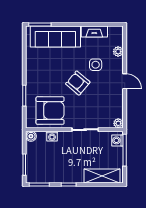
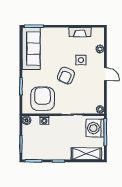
sofa: (55, 37) -> (31, 49), moved, turned -90
armchair: (78, 83) -> (66, 76), turned -107
armchair: (50, 111) -> (43, 99), turned -90
washing machine: (118, 140) -> (95, 128), width x1.89, depth x1.89

